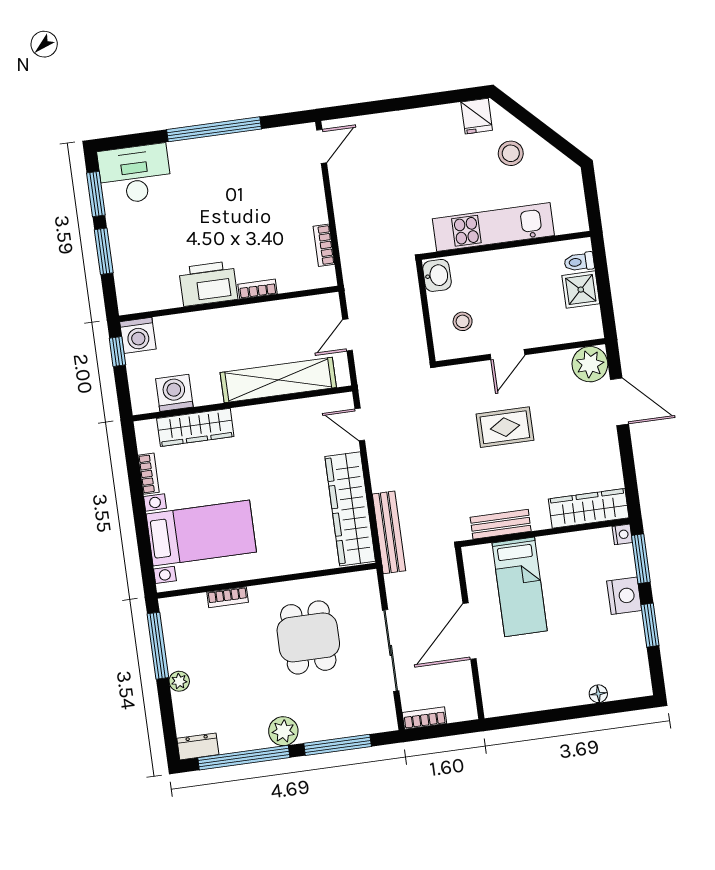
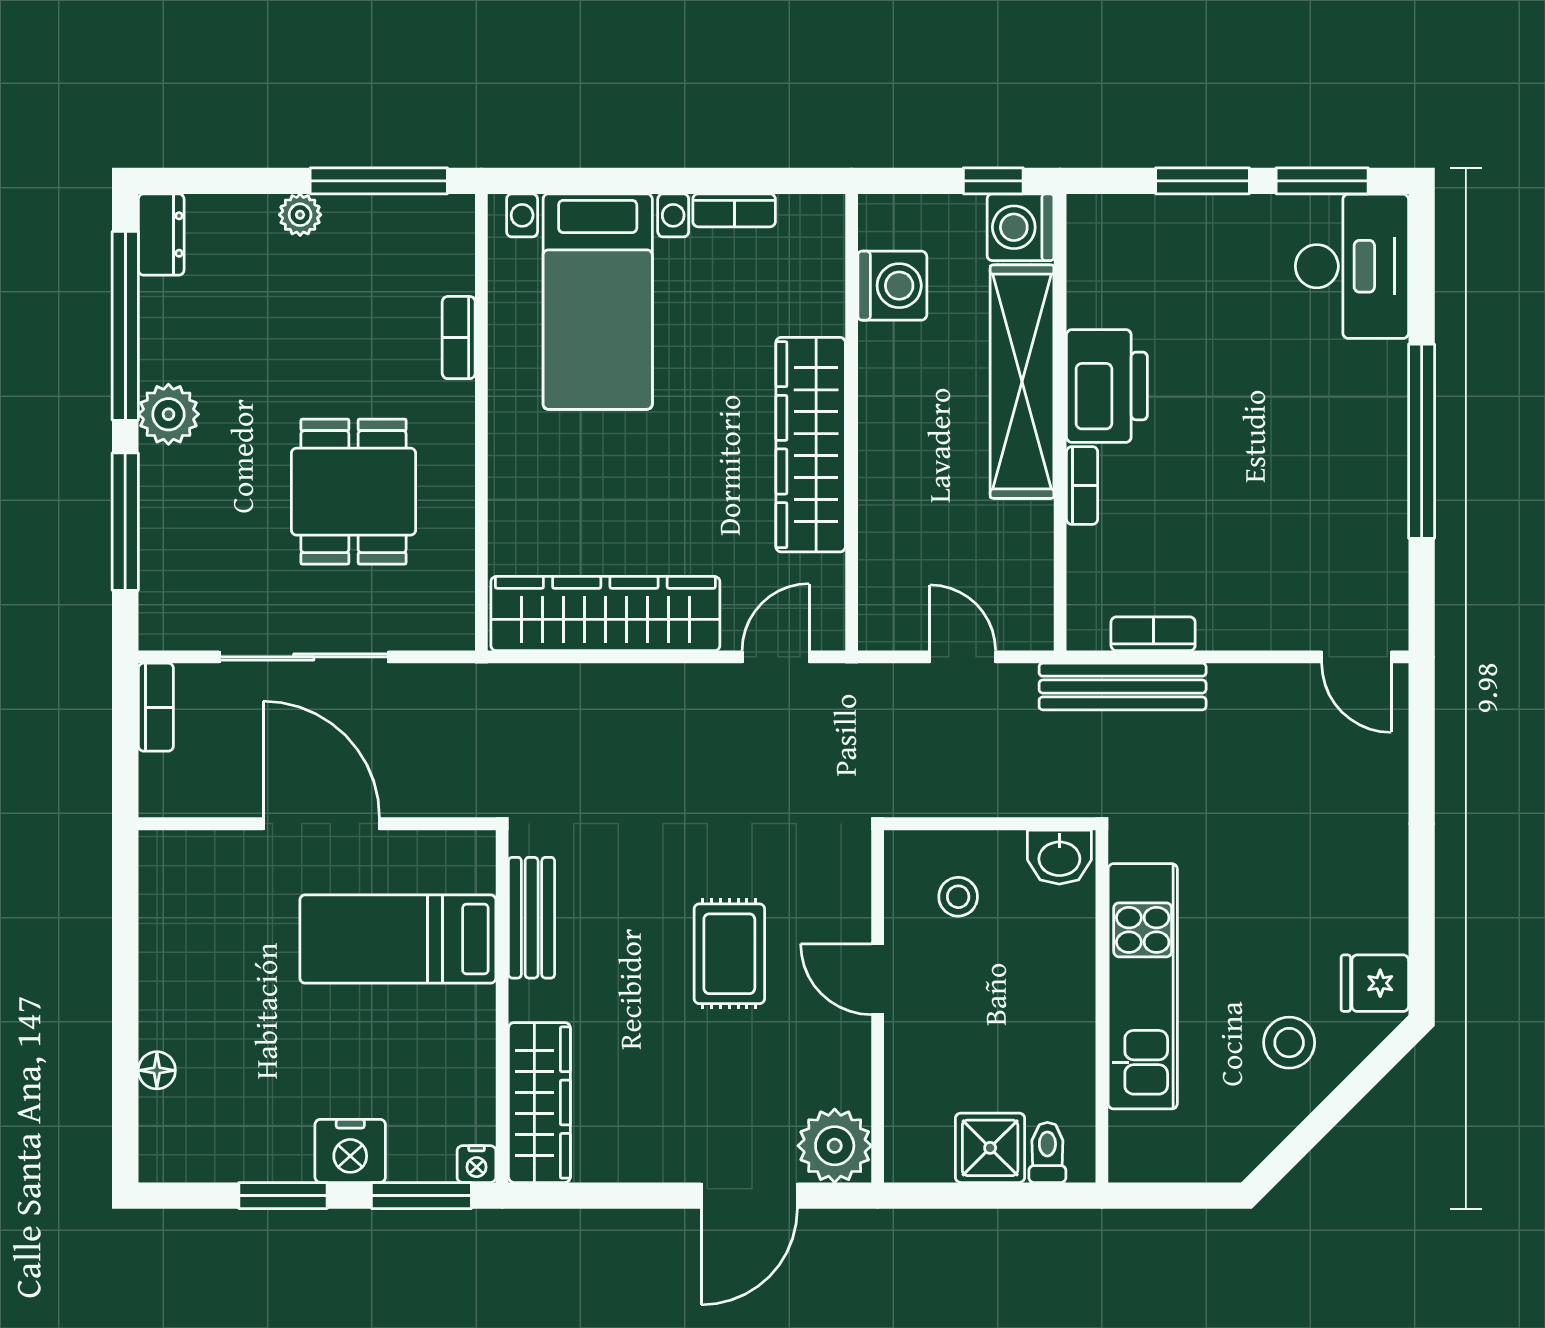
shelving: (278, 380) -> (1022, 382), moved
wardrobe: (195, 427) -> (811, 445), moved, width x1.40, depth x1.17
bench: (389, 532) -> (1123, 687), moved
dining table: (308, 637) -> (353, 492), turned 90

